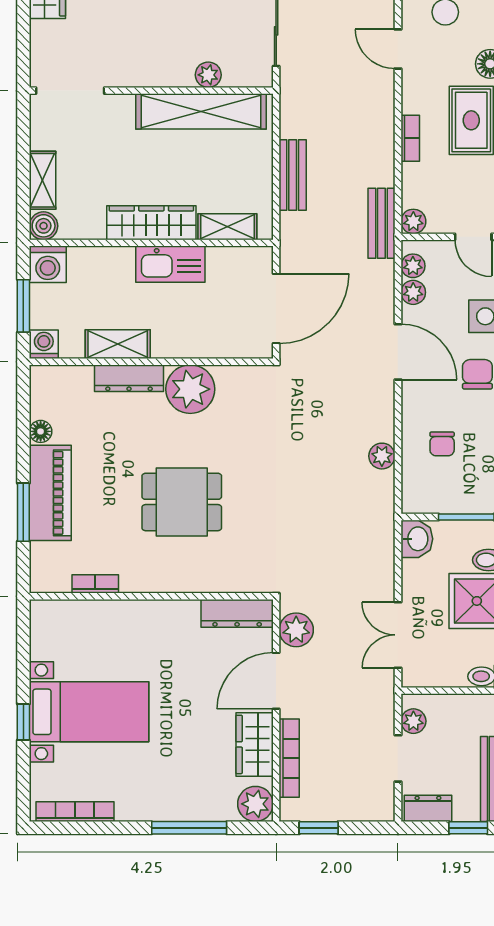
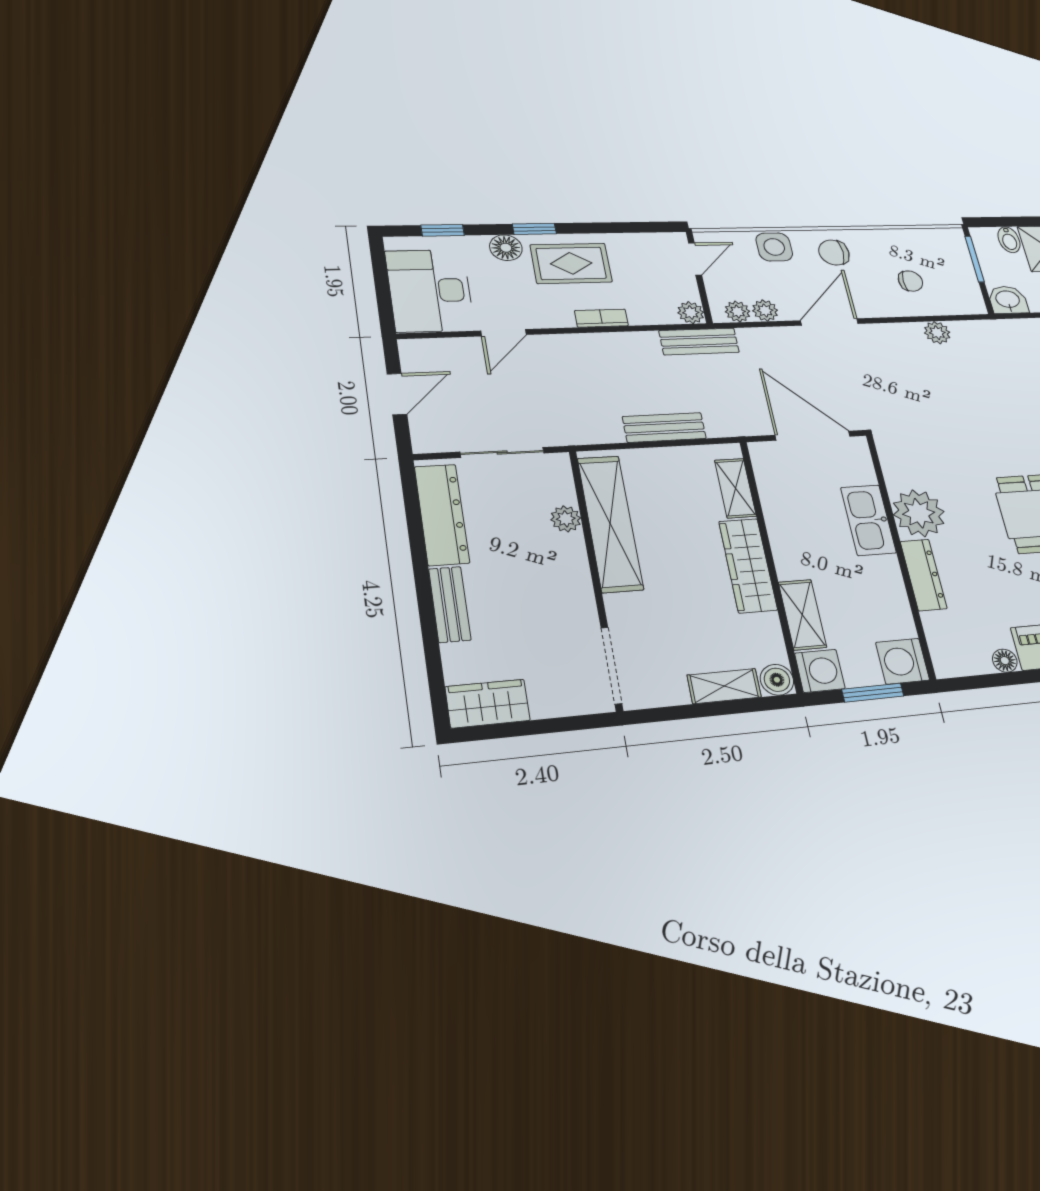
kitchen sink: (170, 264) -> (868, 520), moved, turned 180
washing machine: (44, 344) -> (903, 661), width x1.38, depth x1.38
shelving: (118, 344) -> (802, 615), moved

